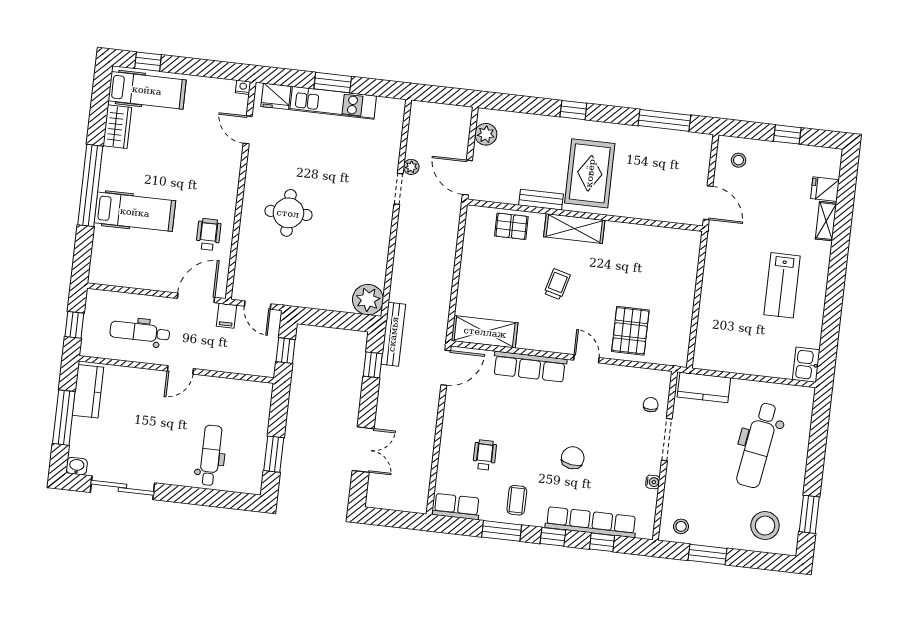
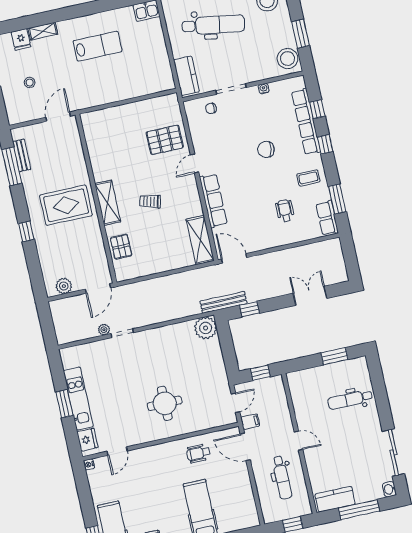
stool: (739, 160) -> (30, 83), moved
bench: (541, 200) -> (22, 155), moved
wheelchair: (485, 455) -> (285, 211), turned 90
stool: (681, 526) -> (288, 59), width x1.89, depth x1.89
window: (502, 531) -> (337, 199), moved

